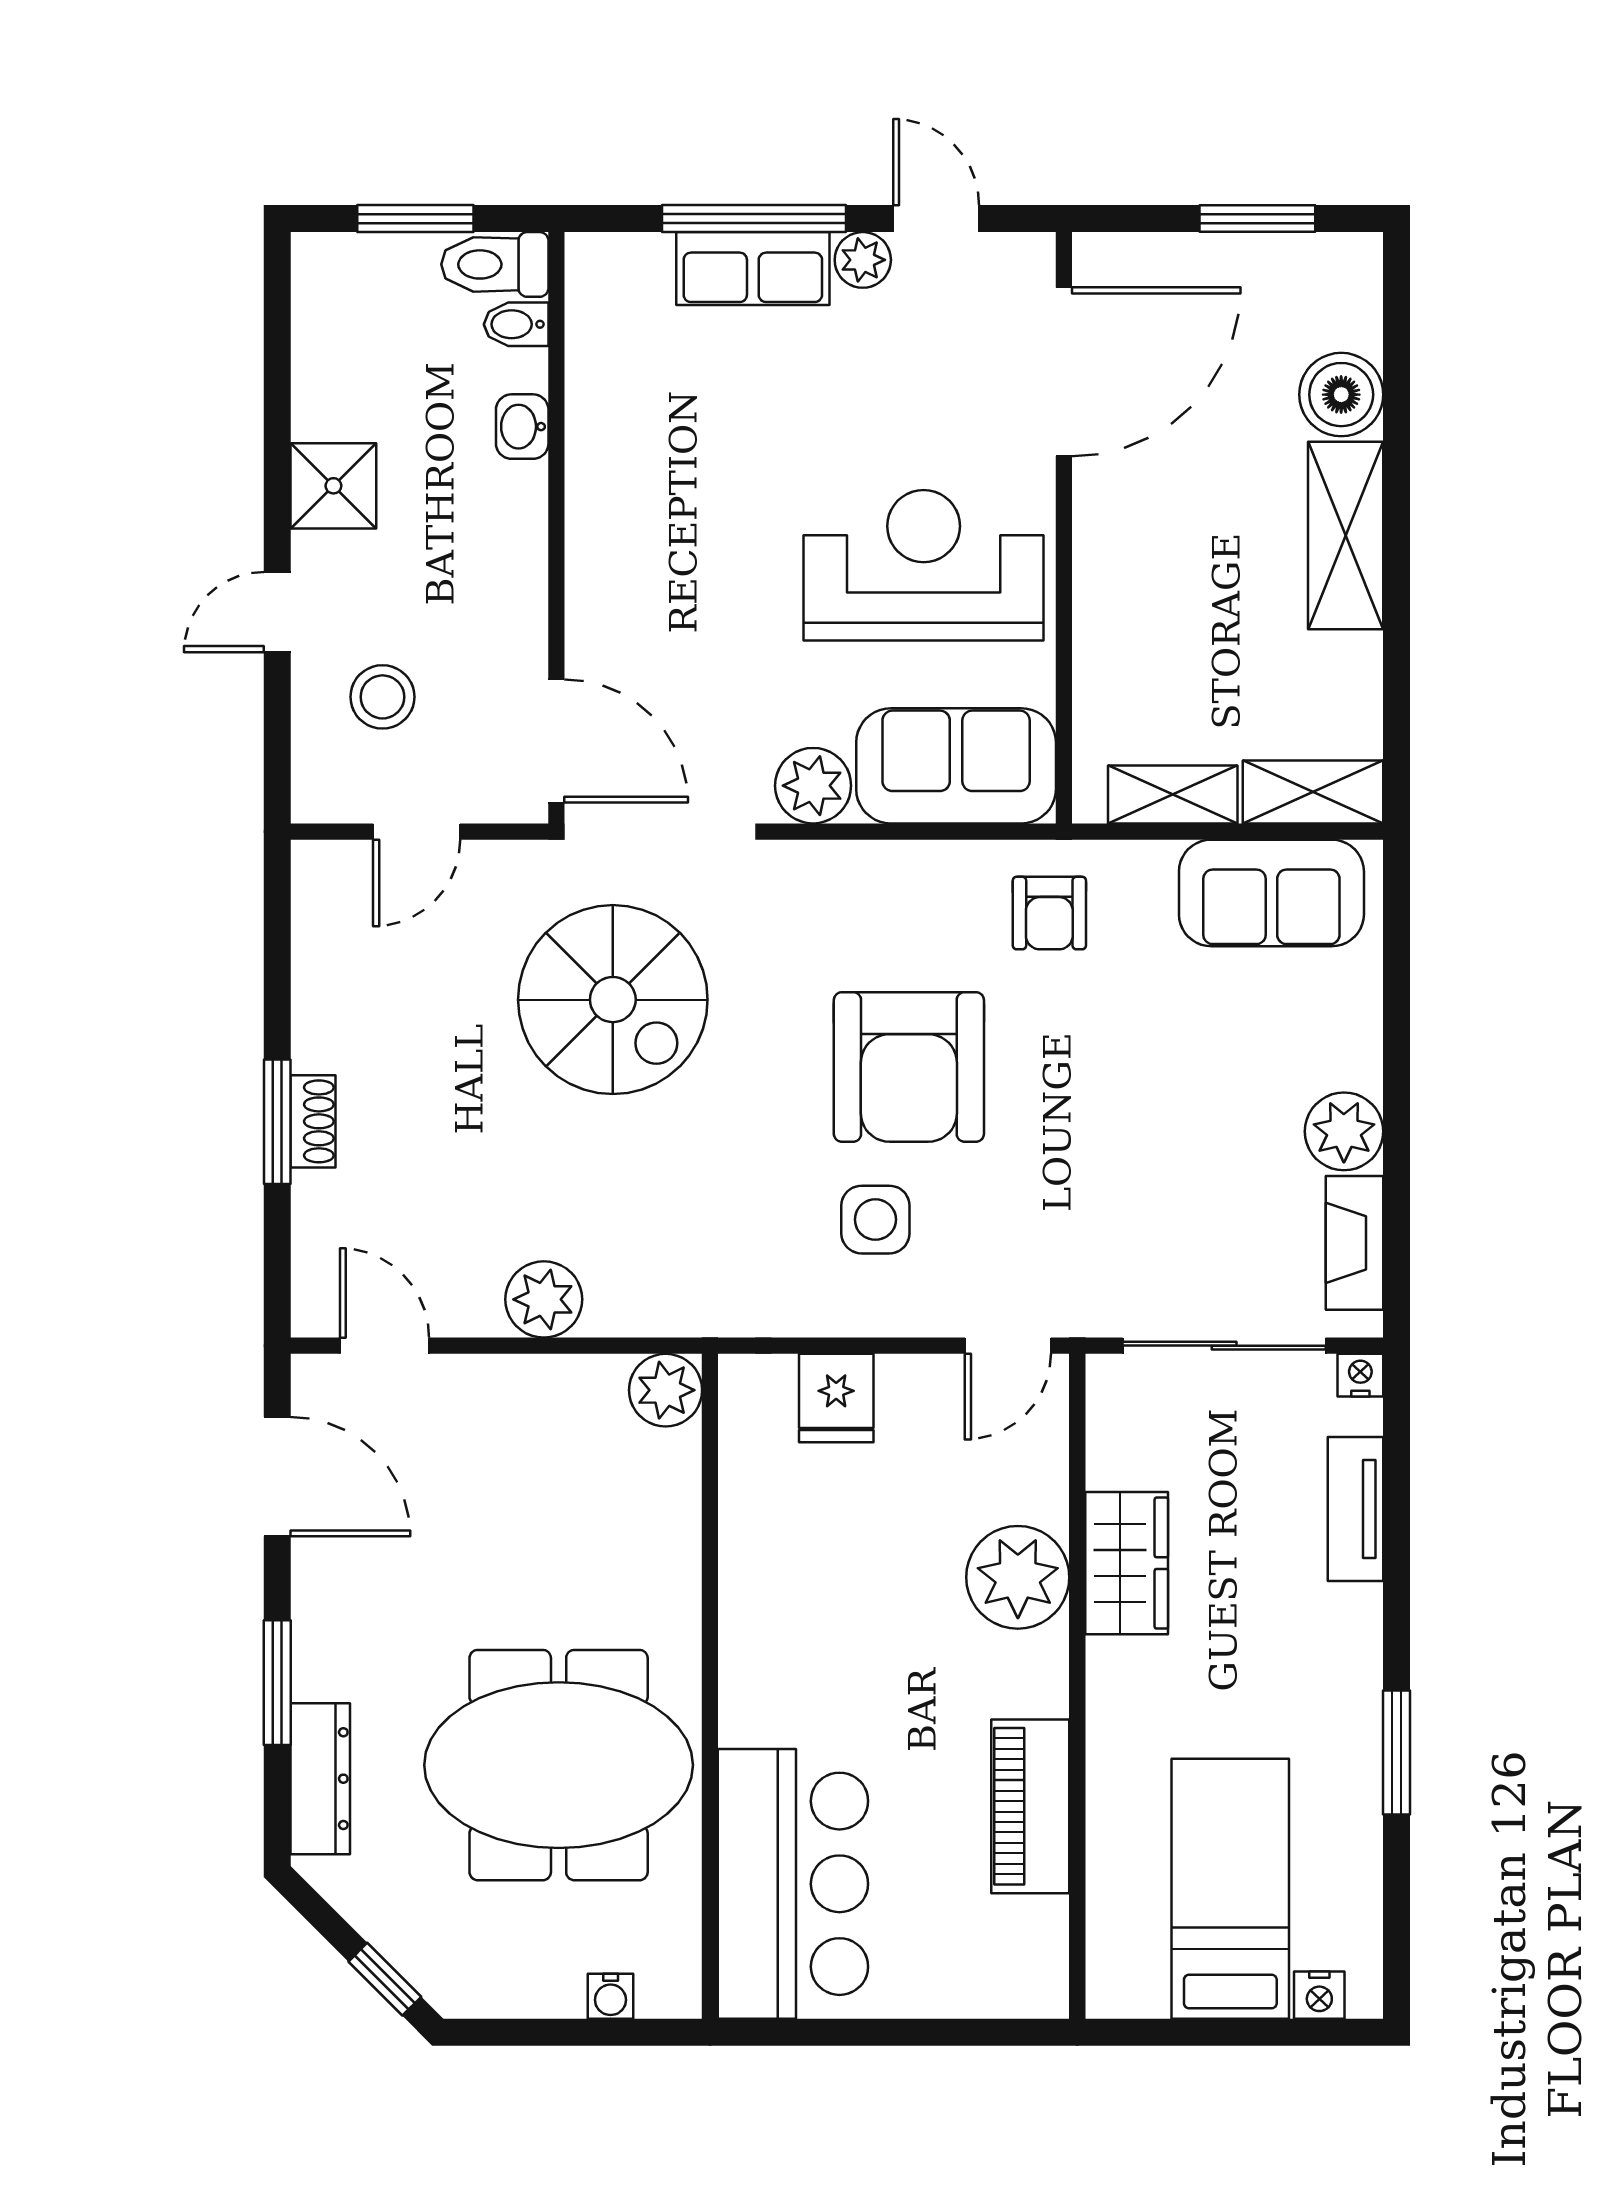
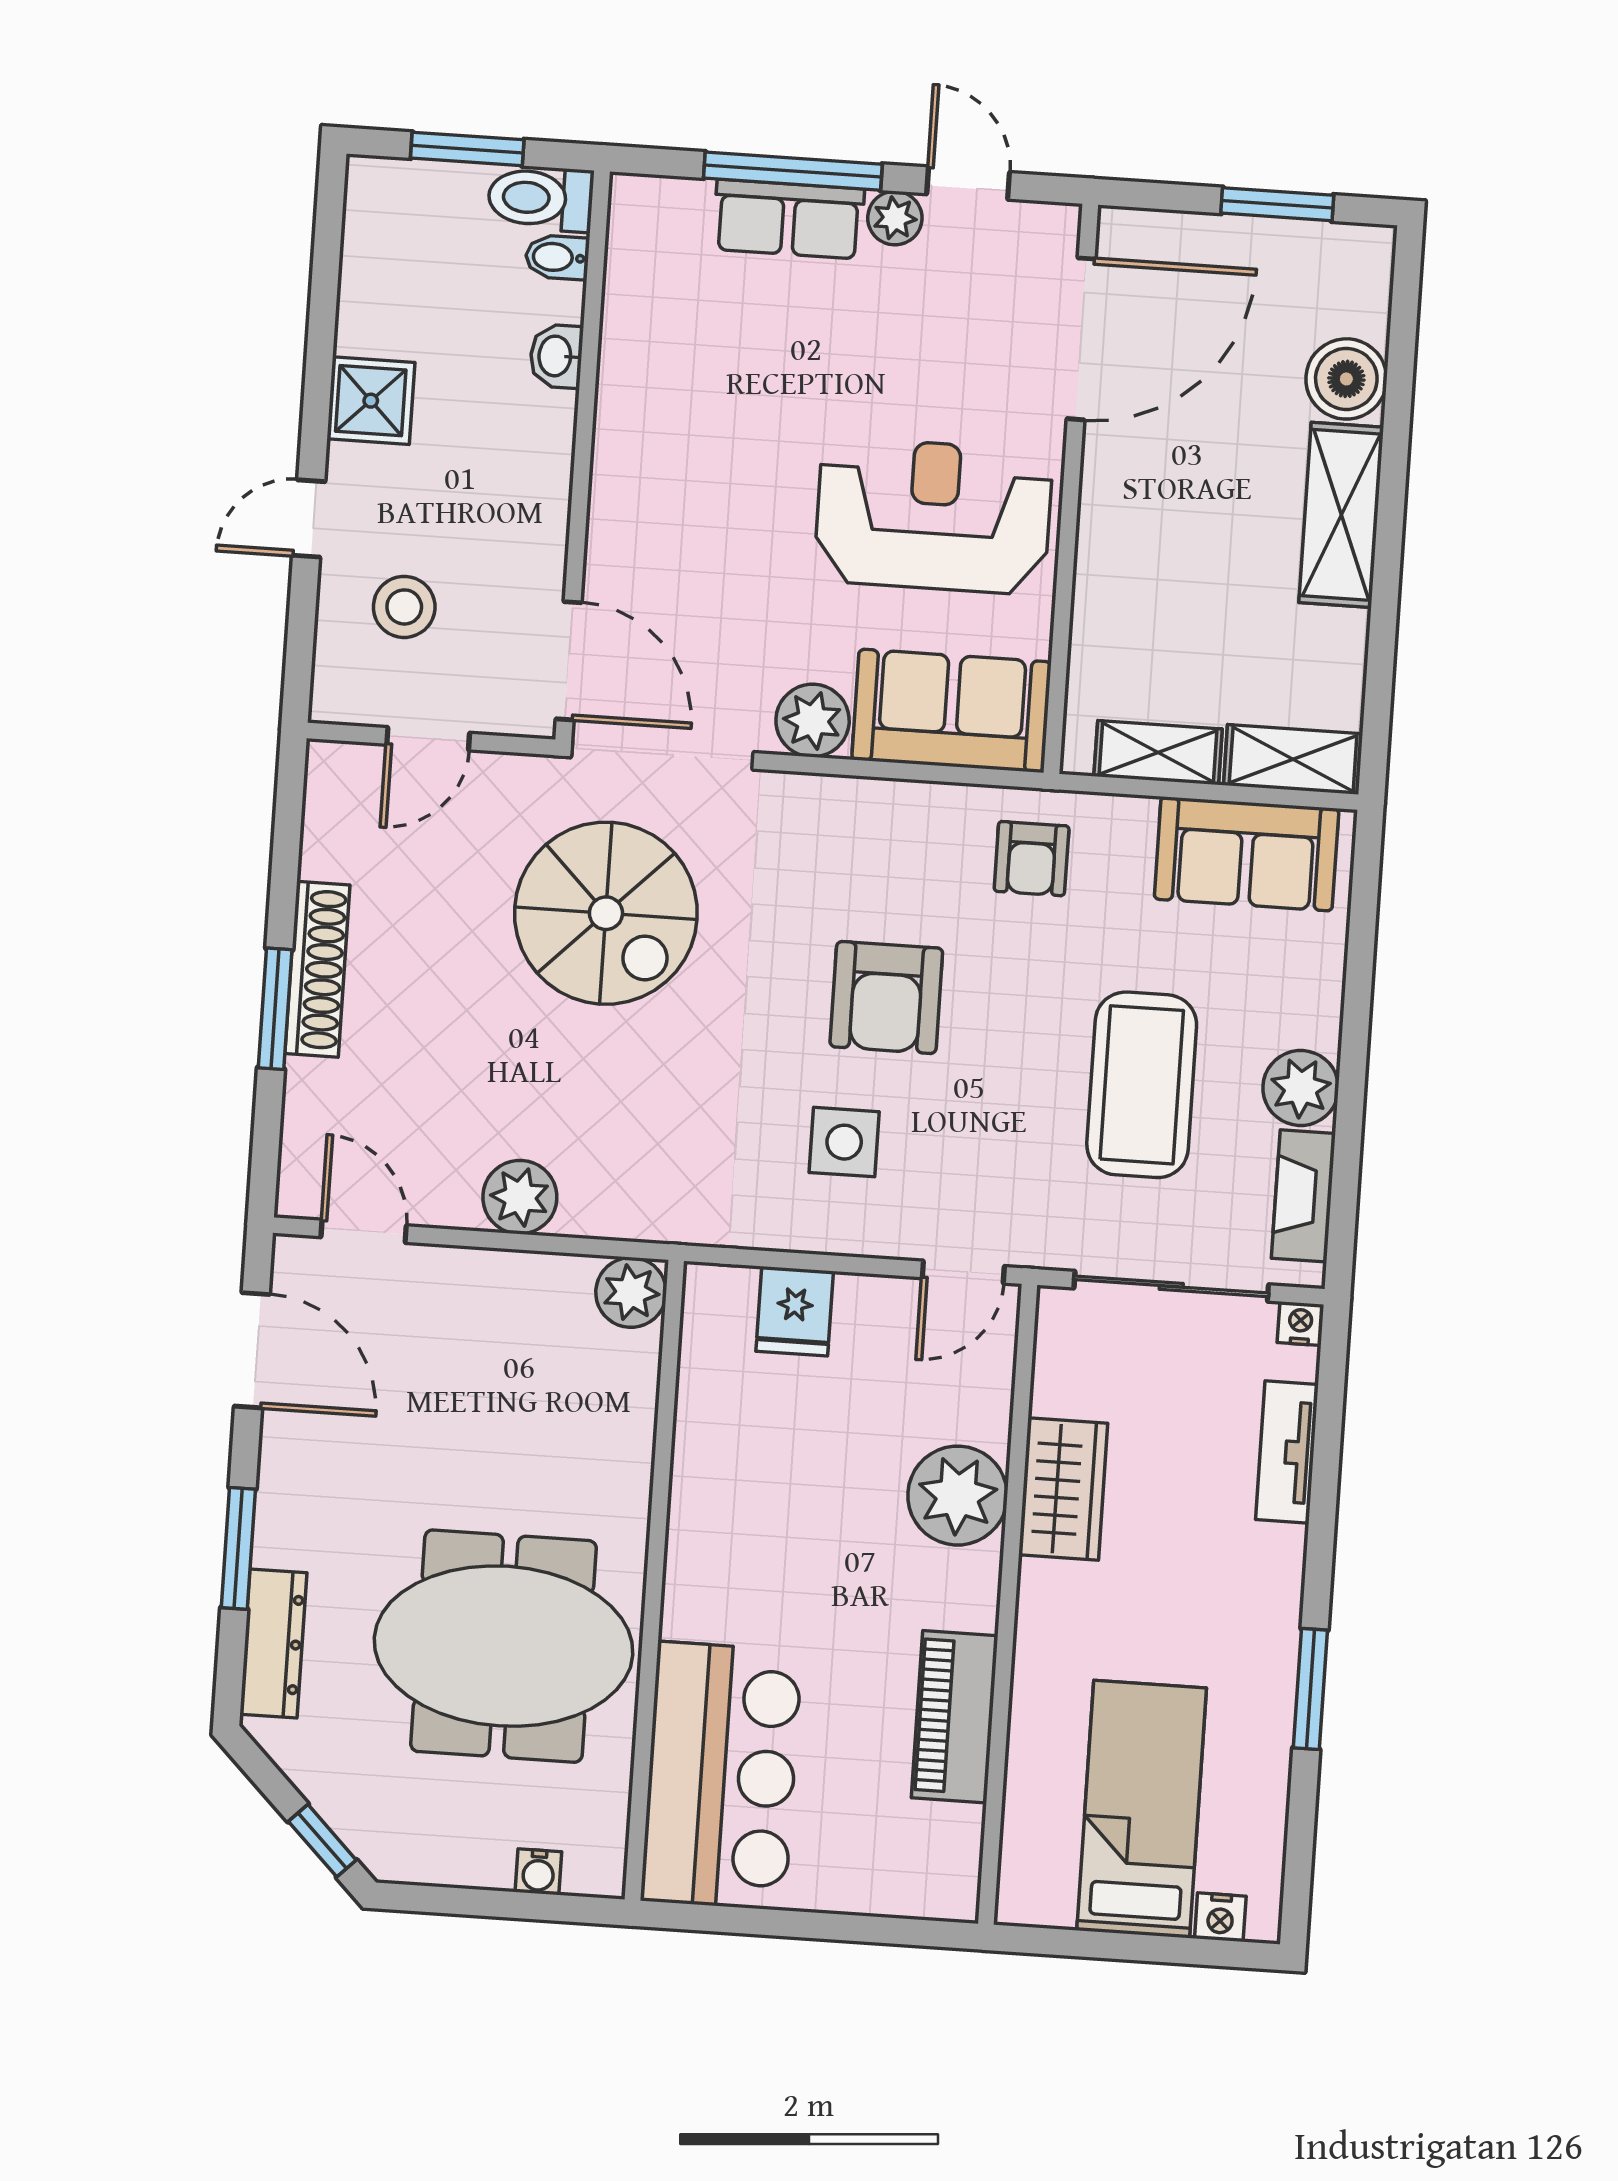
armchair: (909, 1067) -> (886, 997), width x0.73, depth x0.73
shoe rack: (313, 1121) -> (317, 969), width x1.94, depth x1.24
coffee table: (1179, 1139) -> (1142, 1085), added

